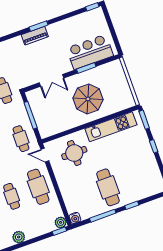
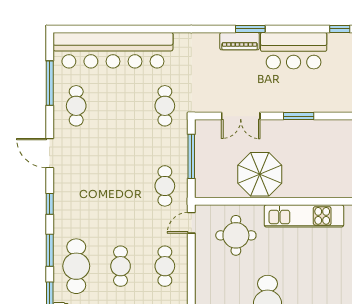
bar counter: (90, 52) -> (294, 51), moved, turned 180
parasol: (88, 99) -> (260, 174), moved
door: (45, 155) -> (191, 223), hinge flipped
cafe table: (38, 187) -> (165, 266), width x0.73, depth x0.74

